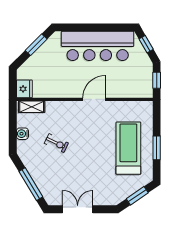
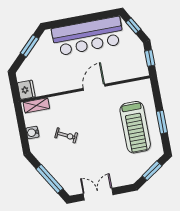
treadmill: (128, 148) -> (135, 127), turned 180

